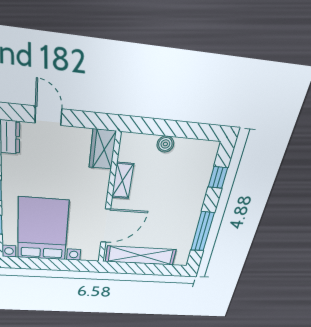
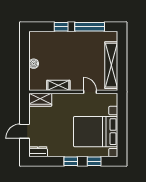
window: (218, 177) -> (61, 27), moved
door: (106, 226) -> (90, 92), width x0.53

